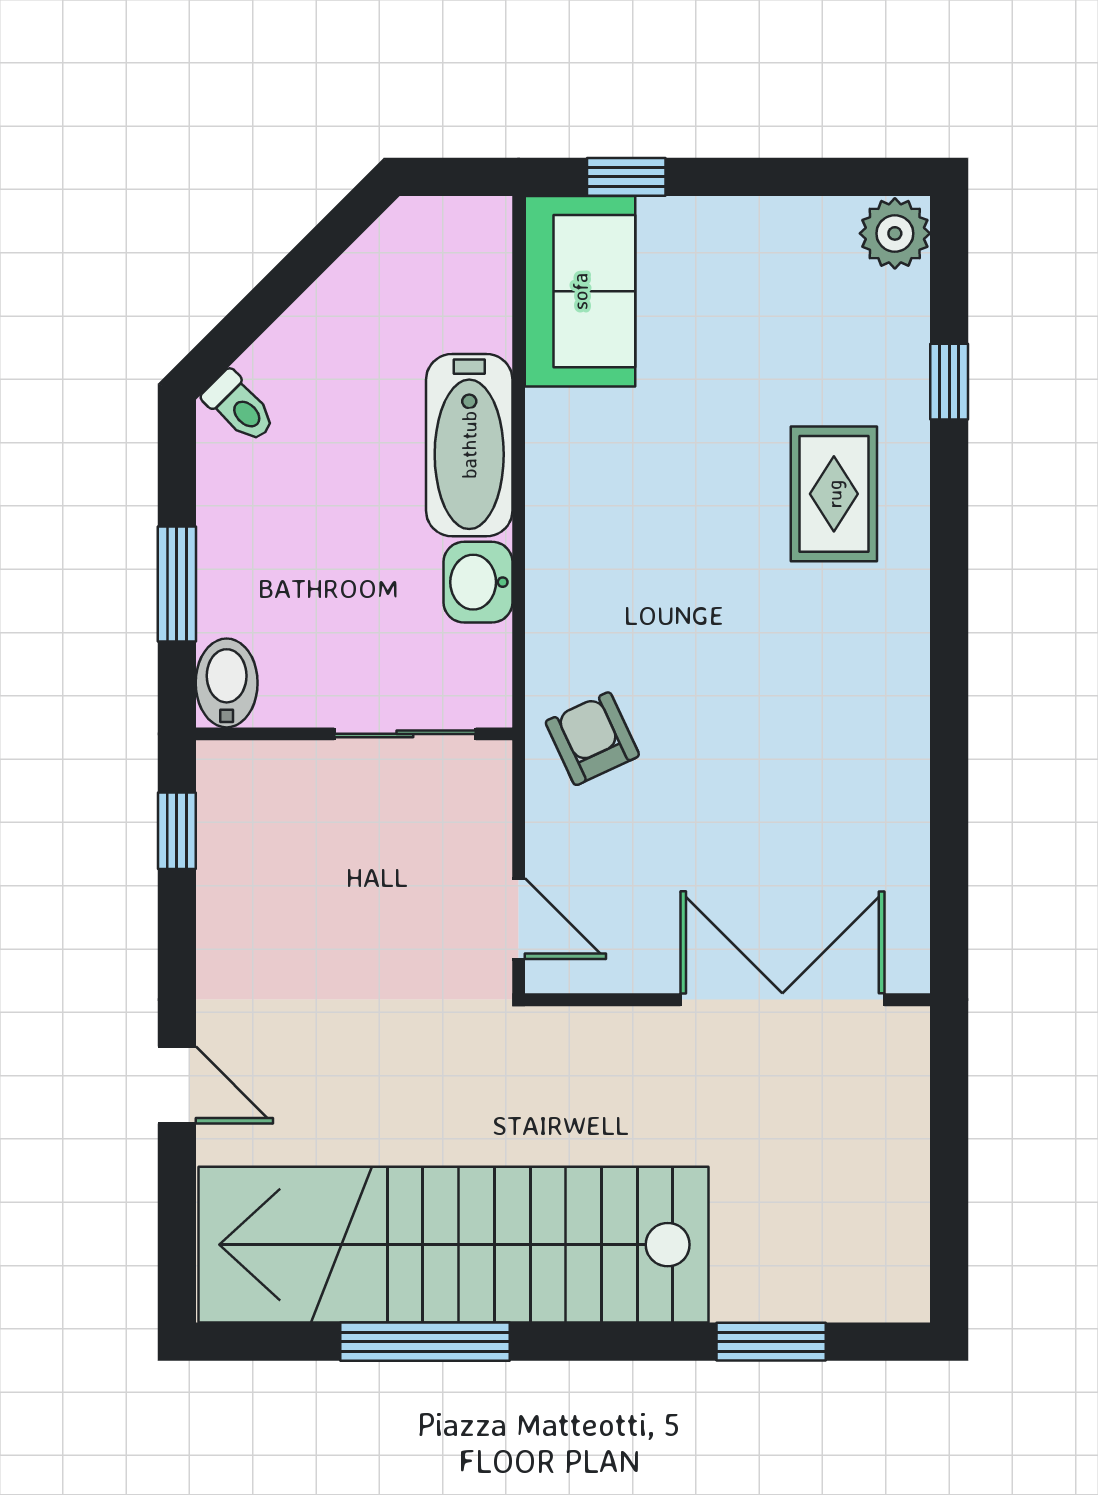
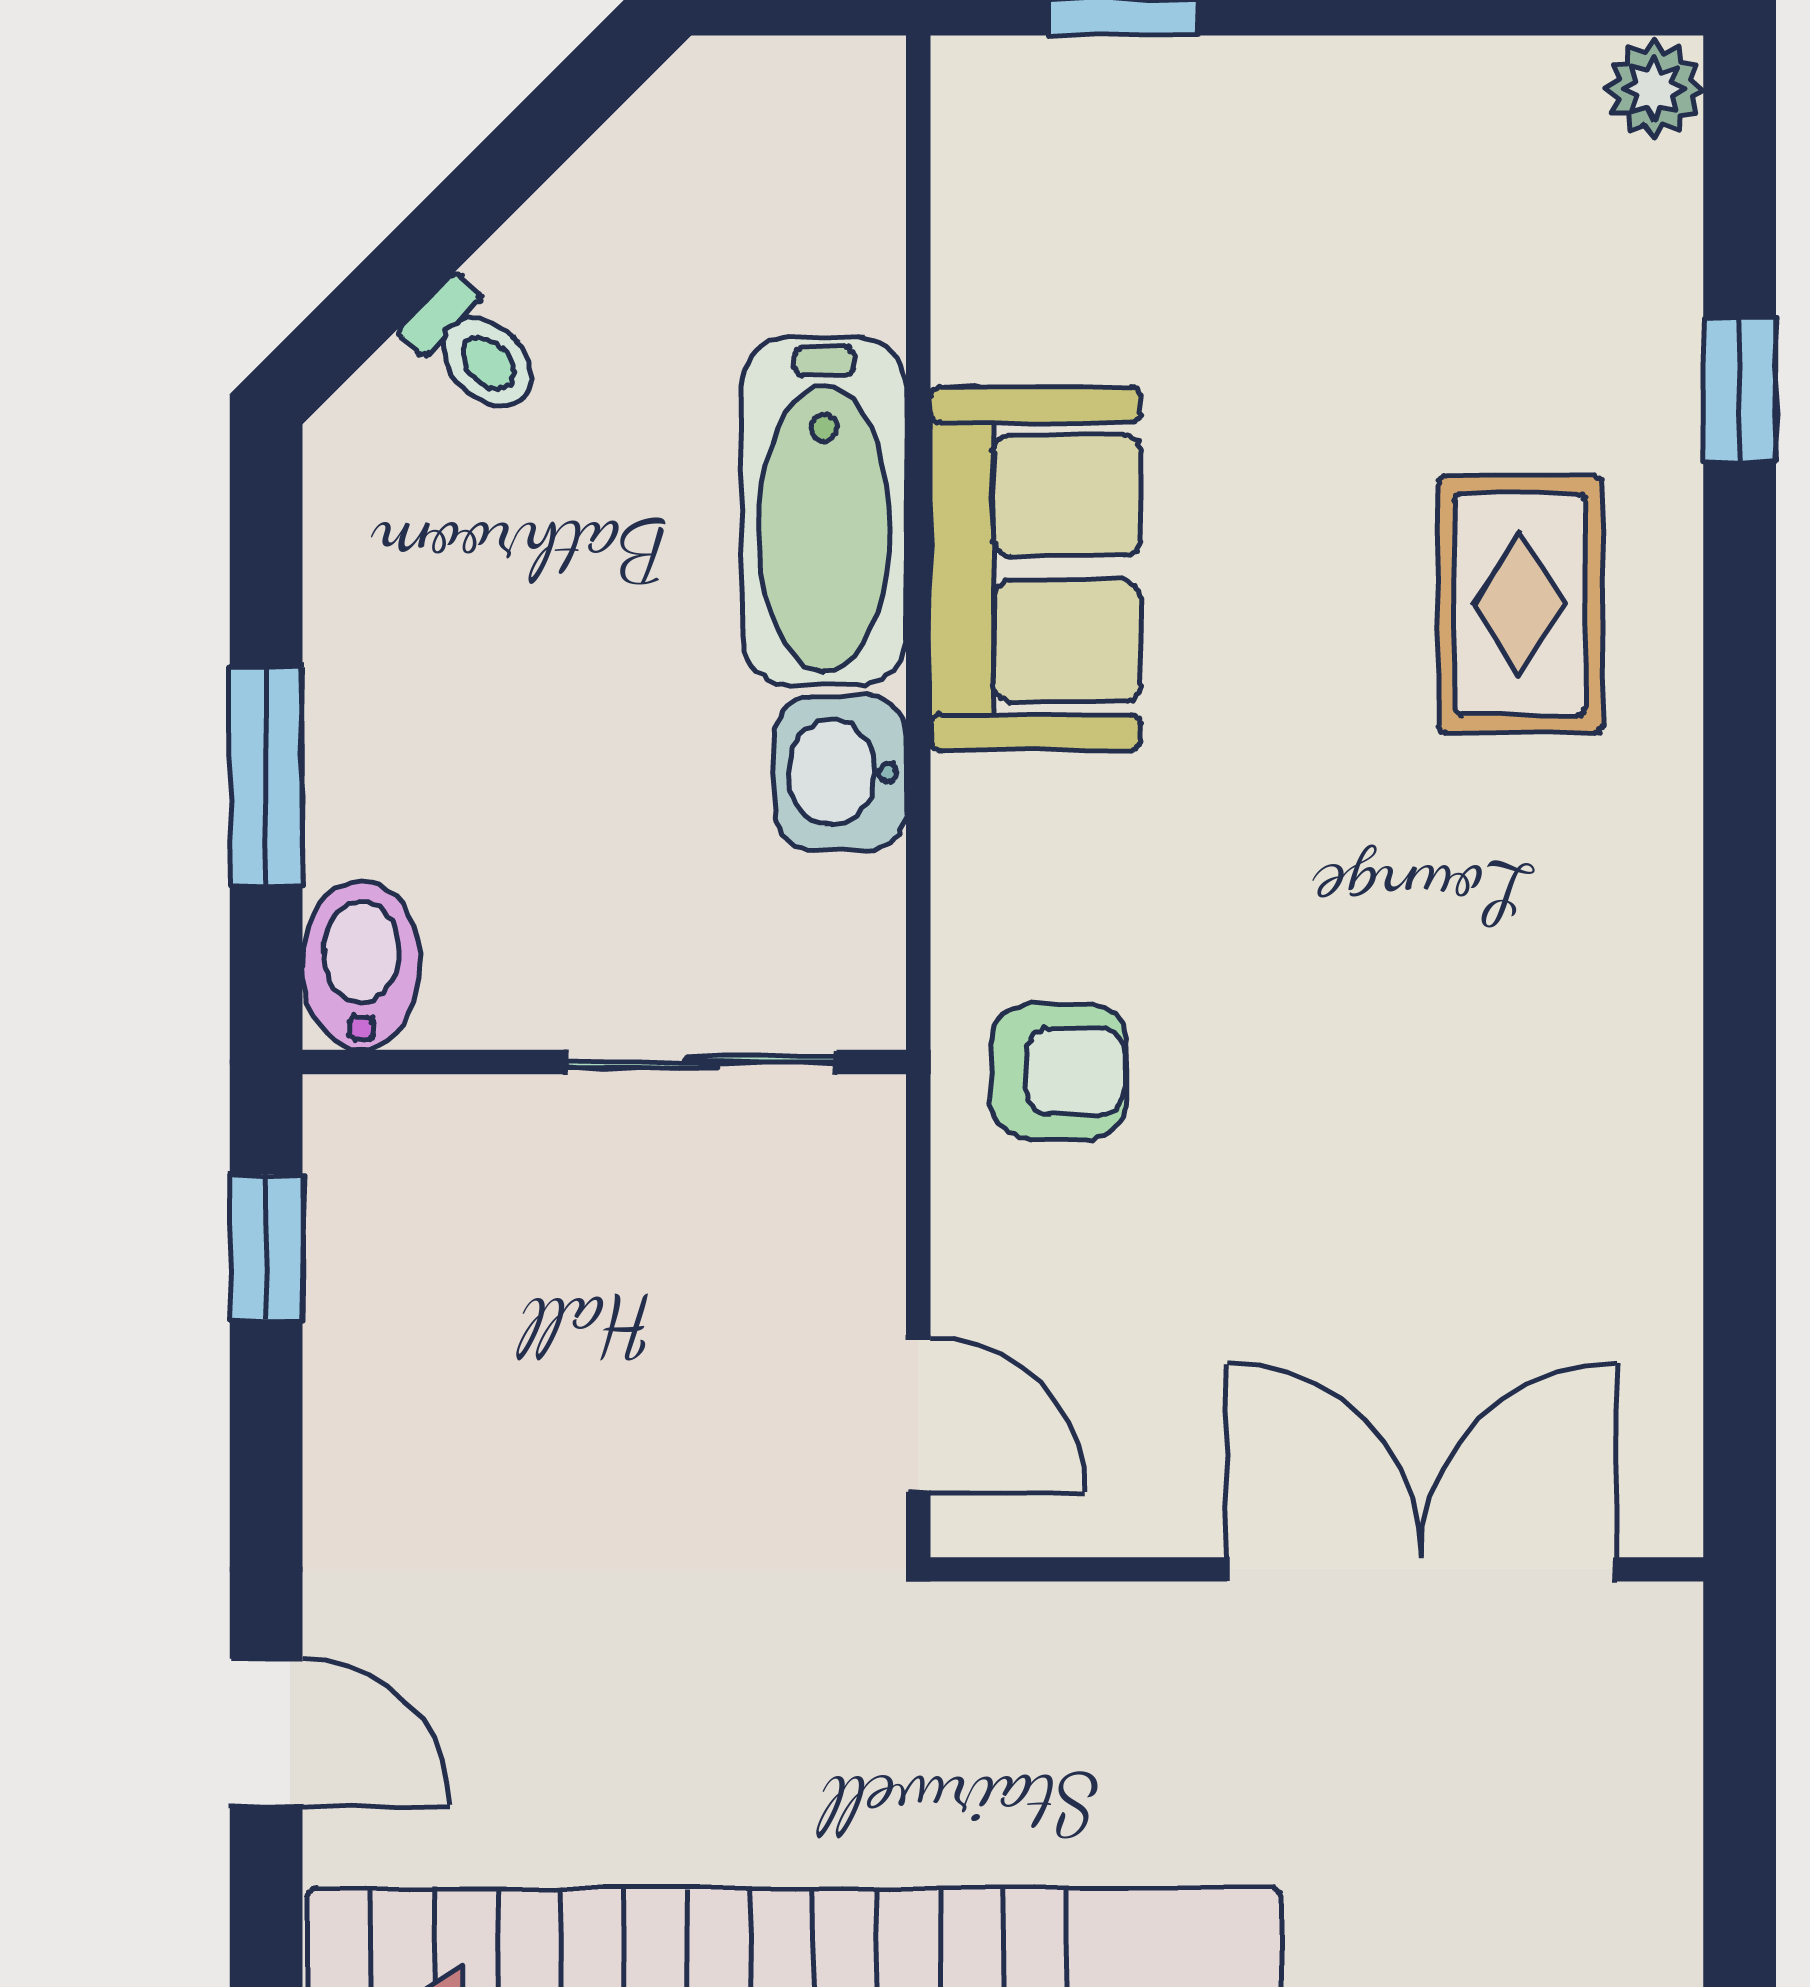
plant: (895, 233) -> (1654, 89), width x0.73, depth x0.73
sofa: (580, 291) -> (1036, 568), moved
toilet: (240, 407) -> (475, 350), moved
armchair: (592, 739) -> (1059, 1071), turned 115

